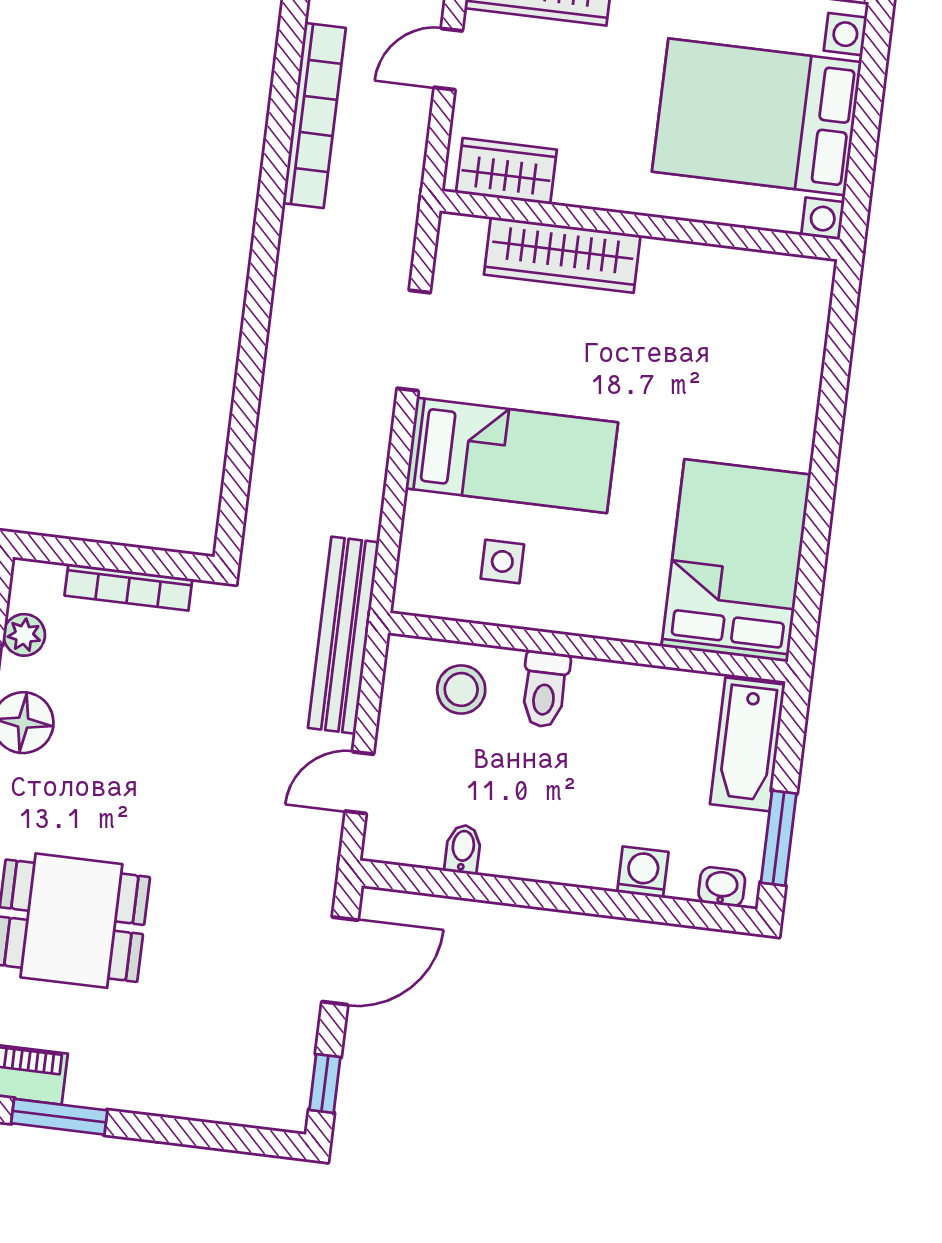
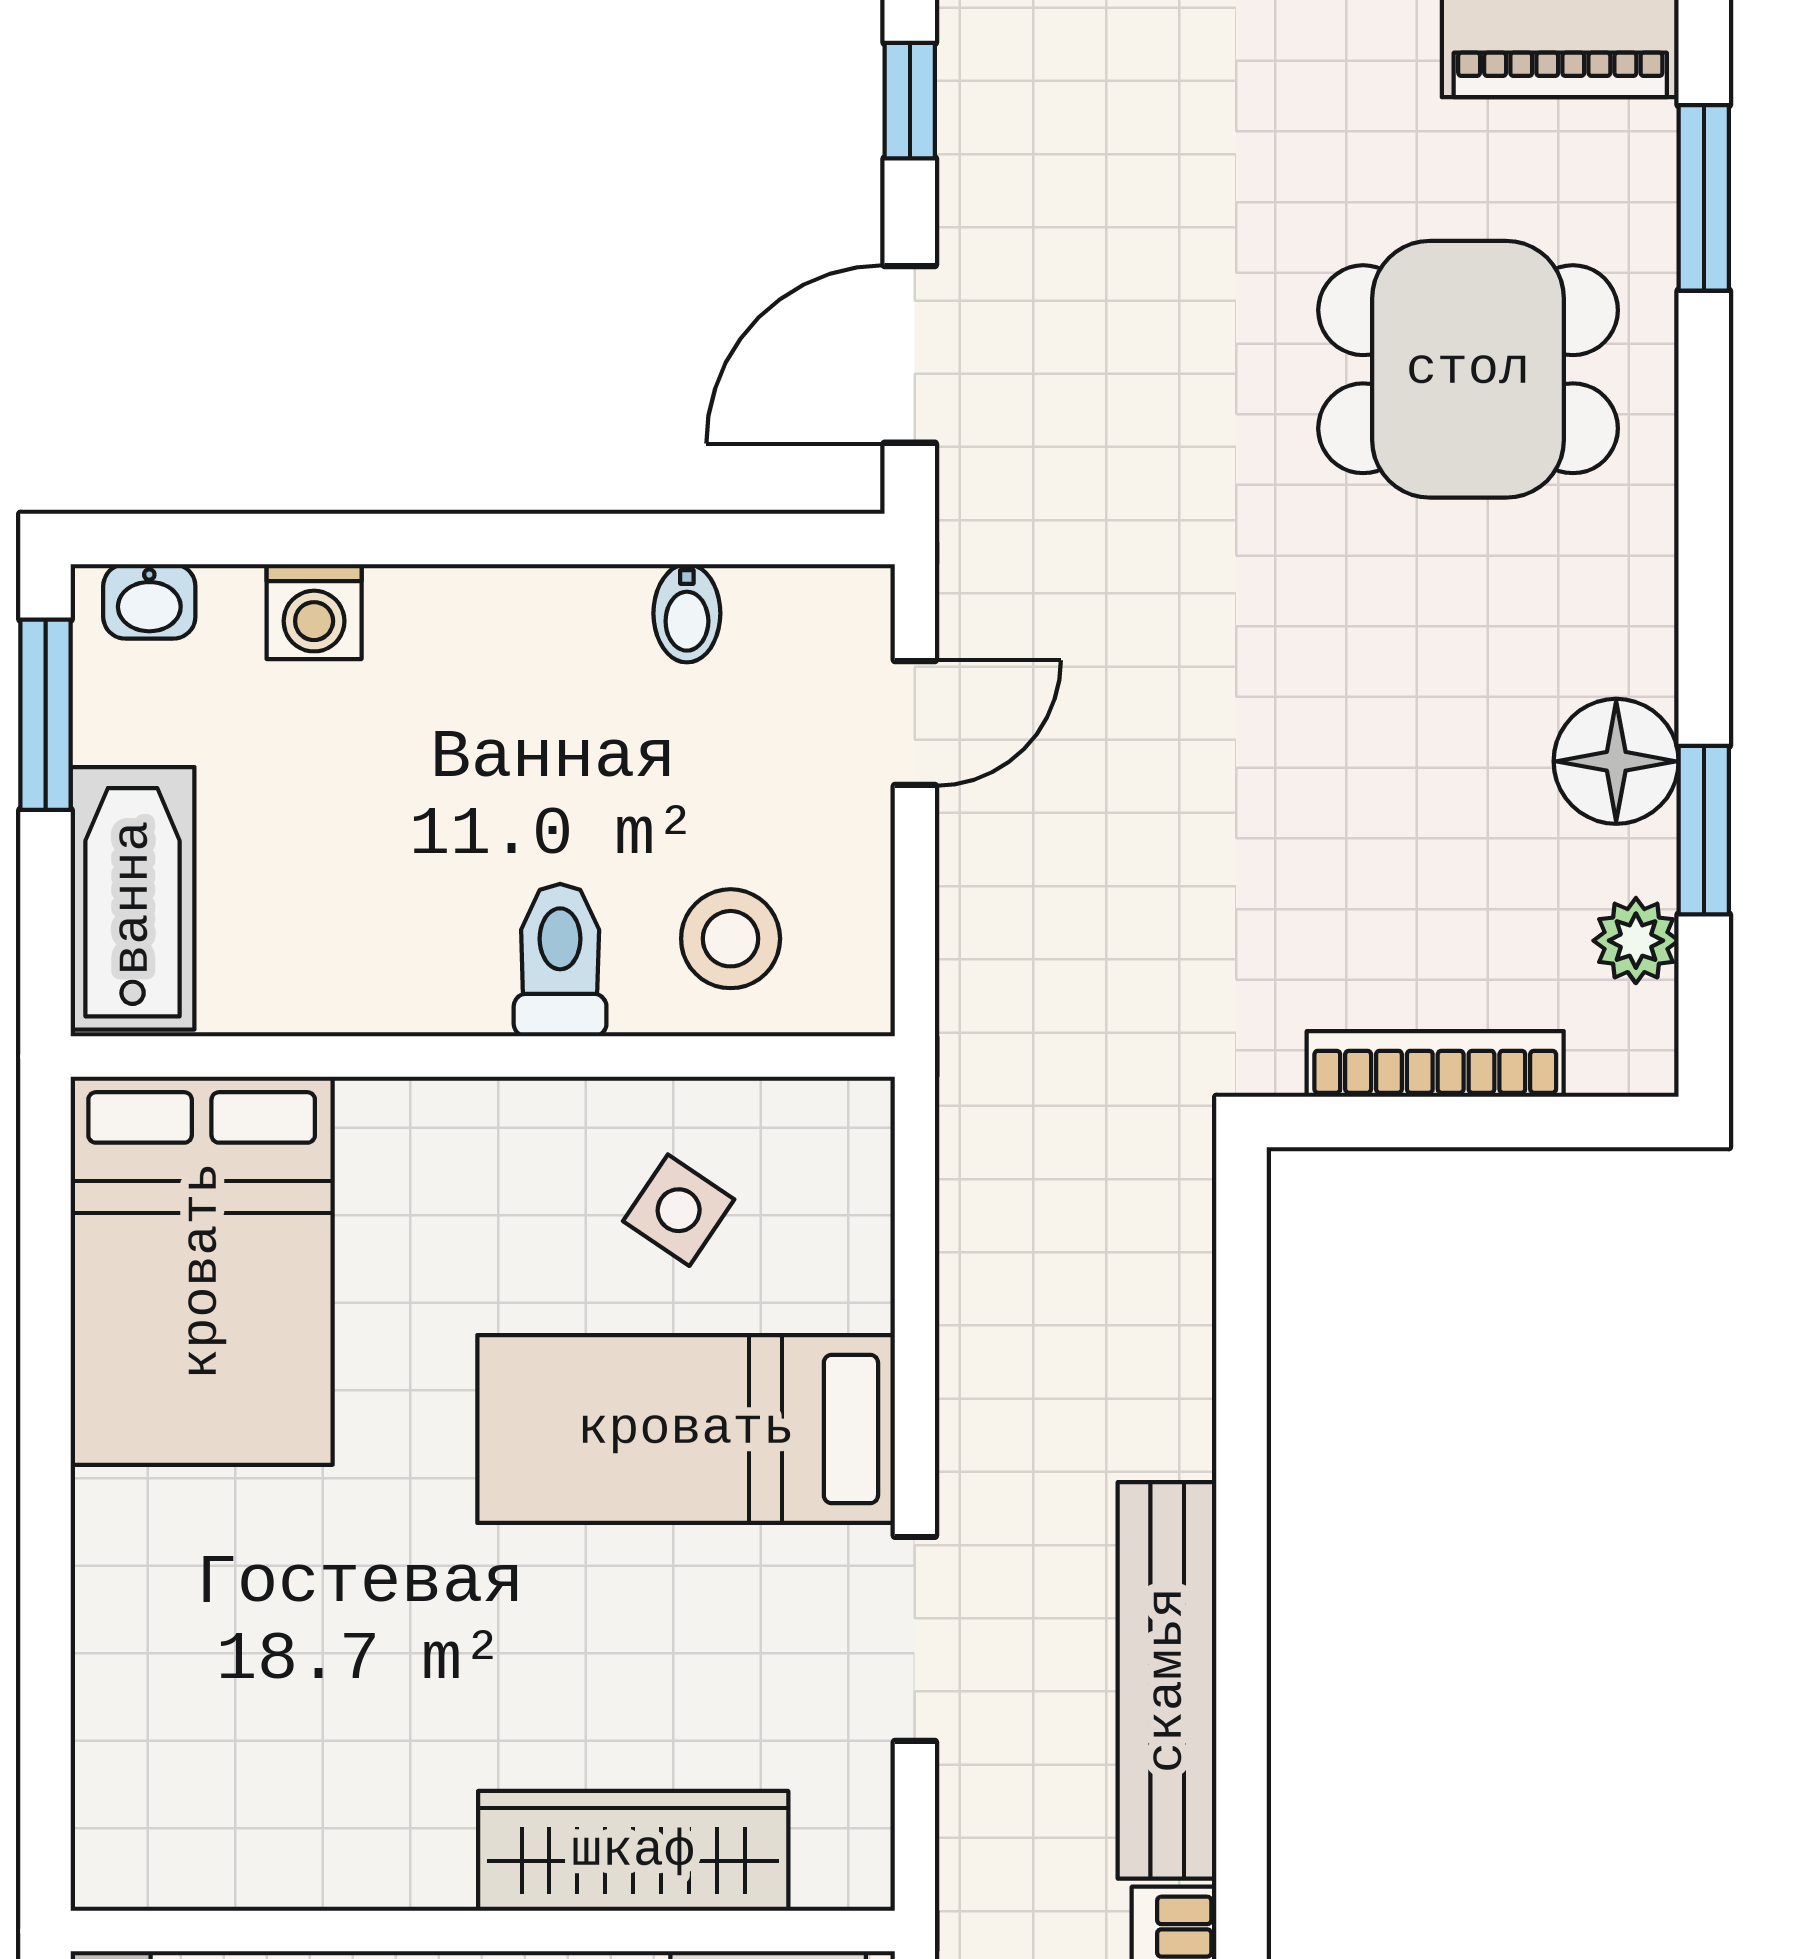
side table: (502, 561) -> (679, 1210), turned 34
bench: (343, 635) -> (1167, 1680), moved

